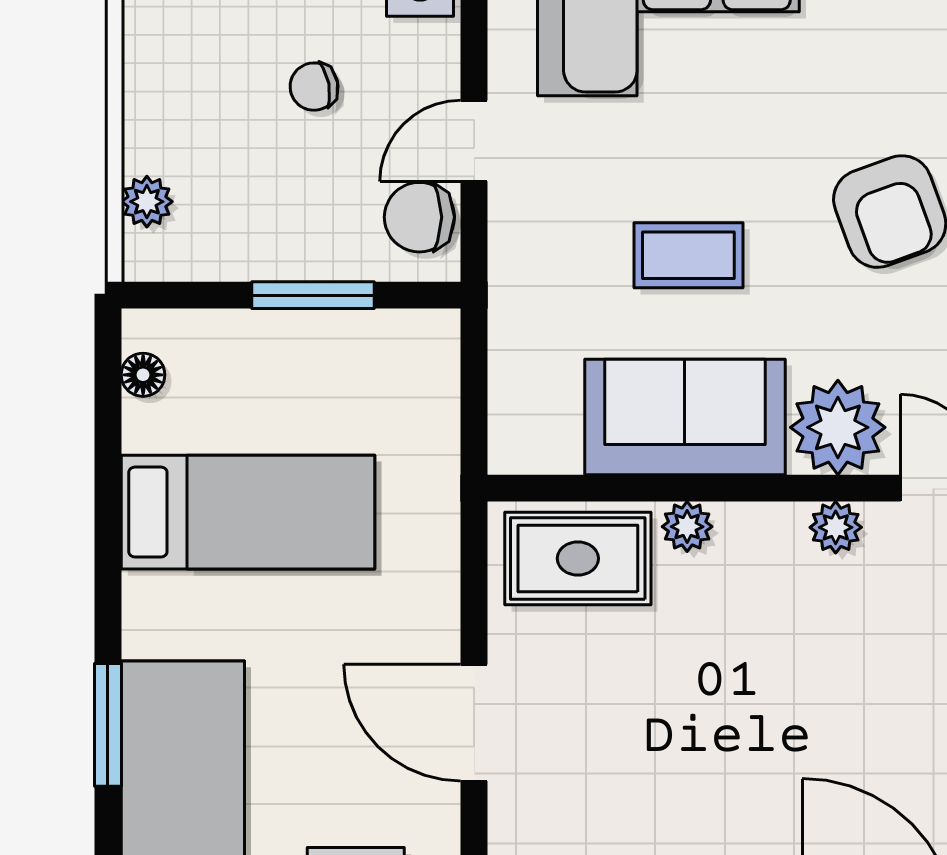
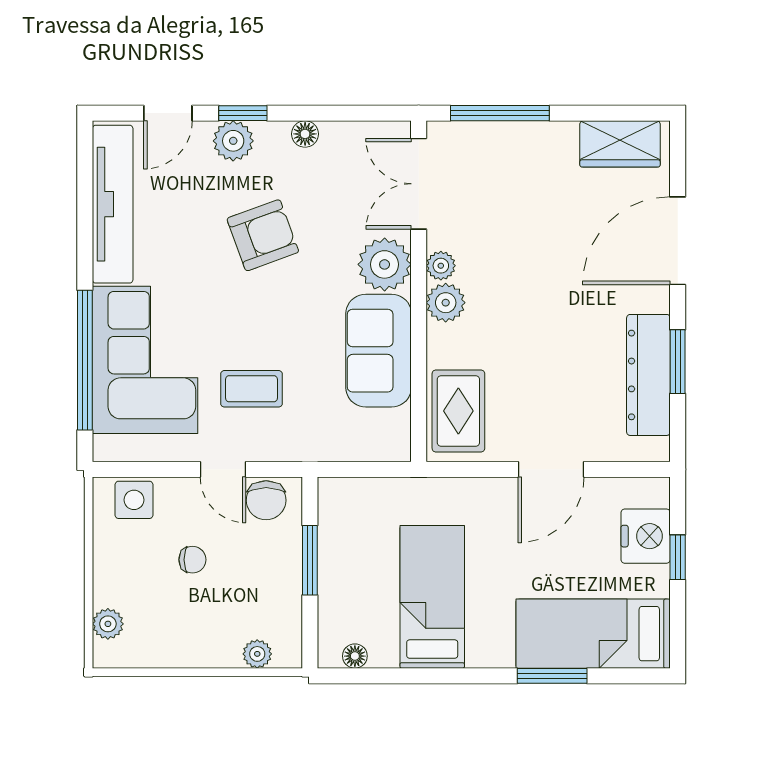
chair: (314, 87) -> (192, 560), turned -79
coffee table: (688, 255) -> (251, 389), moved, turned 90
plant: (687, 527) -> (446, 303), moved, width x1.38, depth x1.38

